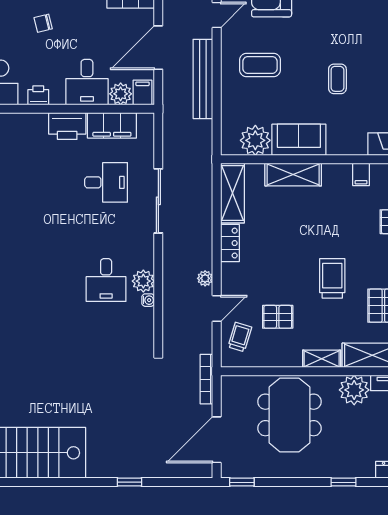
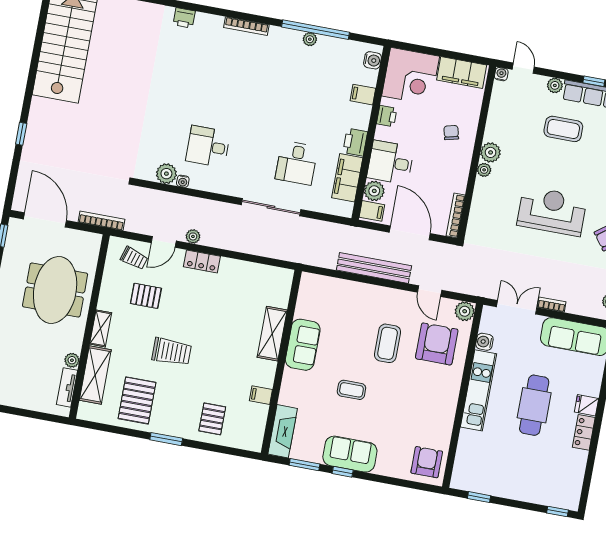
coffee table: (260, 65) -> (388, 343), moved
filing cabinet: (20, 125) -> (363, 95), added
printer: (67, 126) -> (355, 142), width x0.73, depth x0.84
plant: (255, 140) -> (310, 305), removed
shelving: (232, 193) -> (266, 276), removed
locker: (230, 243) -> (202, 261), moved
plant: (143, 281) -> (166, 174), moved
door: (217, 309) -> (164, 242), hinge flipped
pallet: (278, 317) -> (146, 296), turned 90
plant: (354, 390) -> (72, 360), width x0.53, depth x0.53
meeting table: (289, 415) -> (55, 290), turned 90

